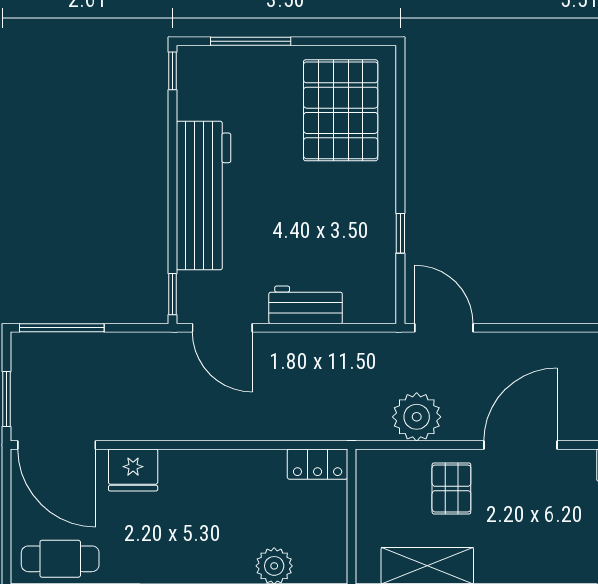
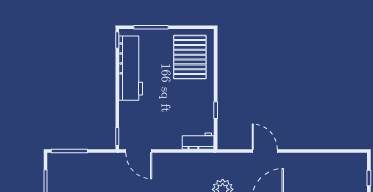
workbench: (204, 196) -> (131, 68), moved
workbench: (306, 305) -> (198, 141), moved
door: (444, 328) -> (265, 151), moved

